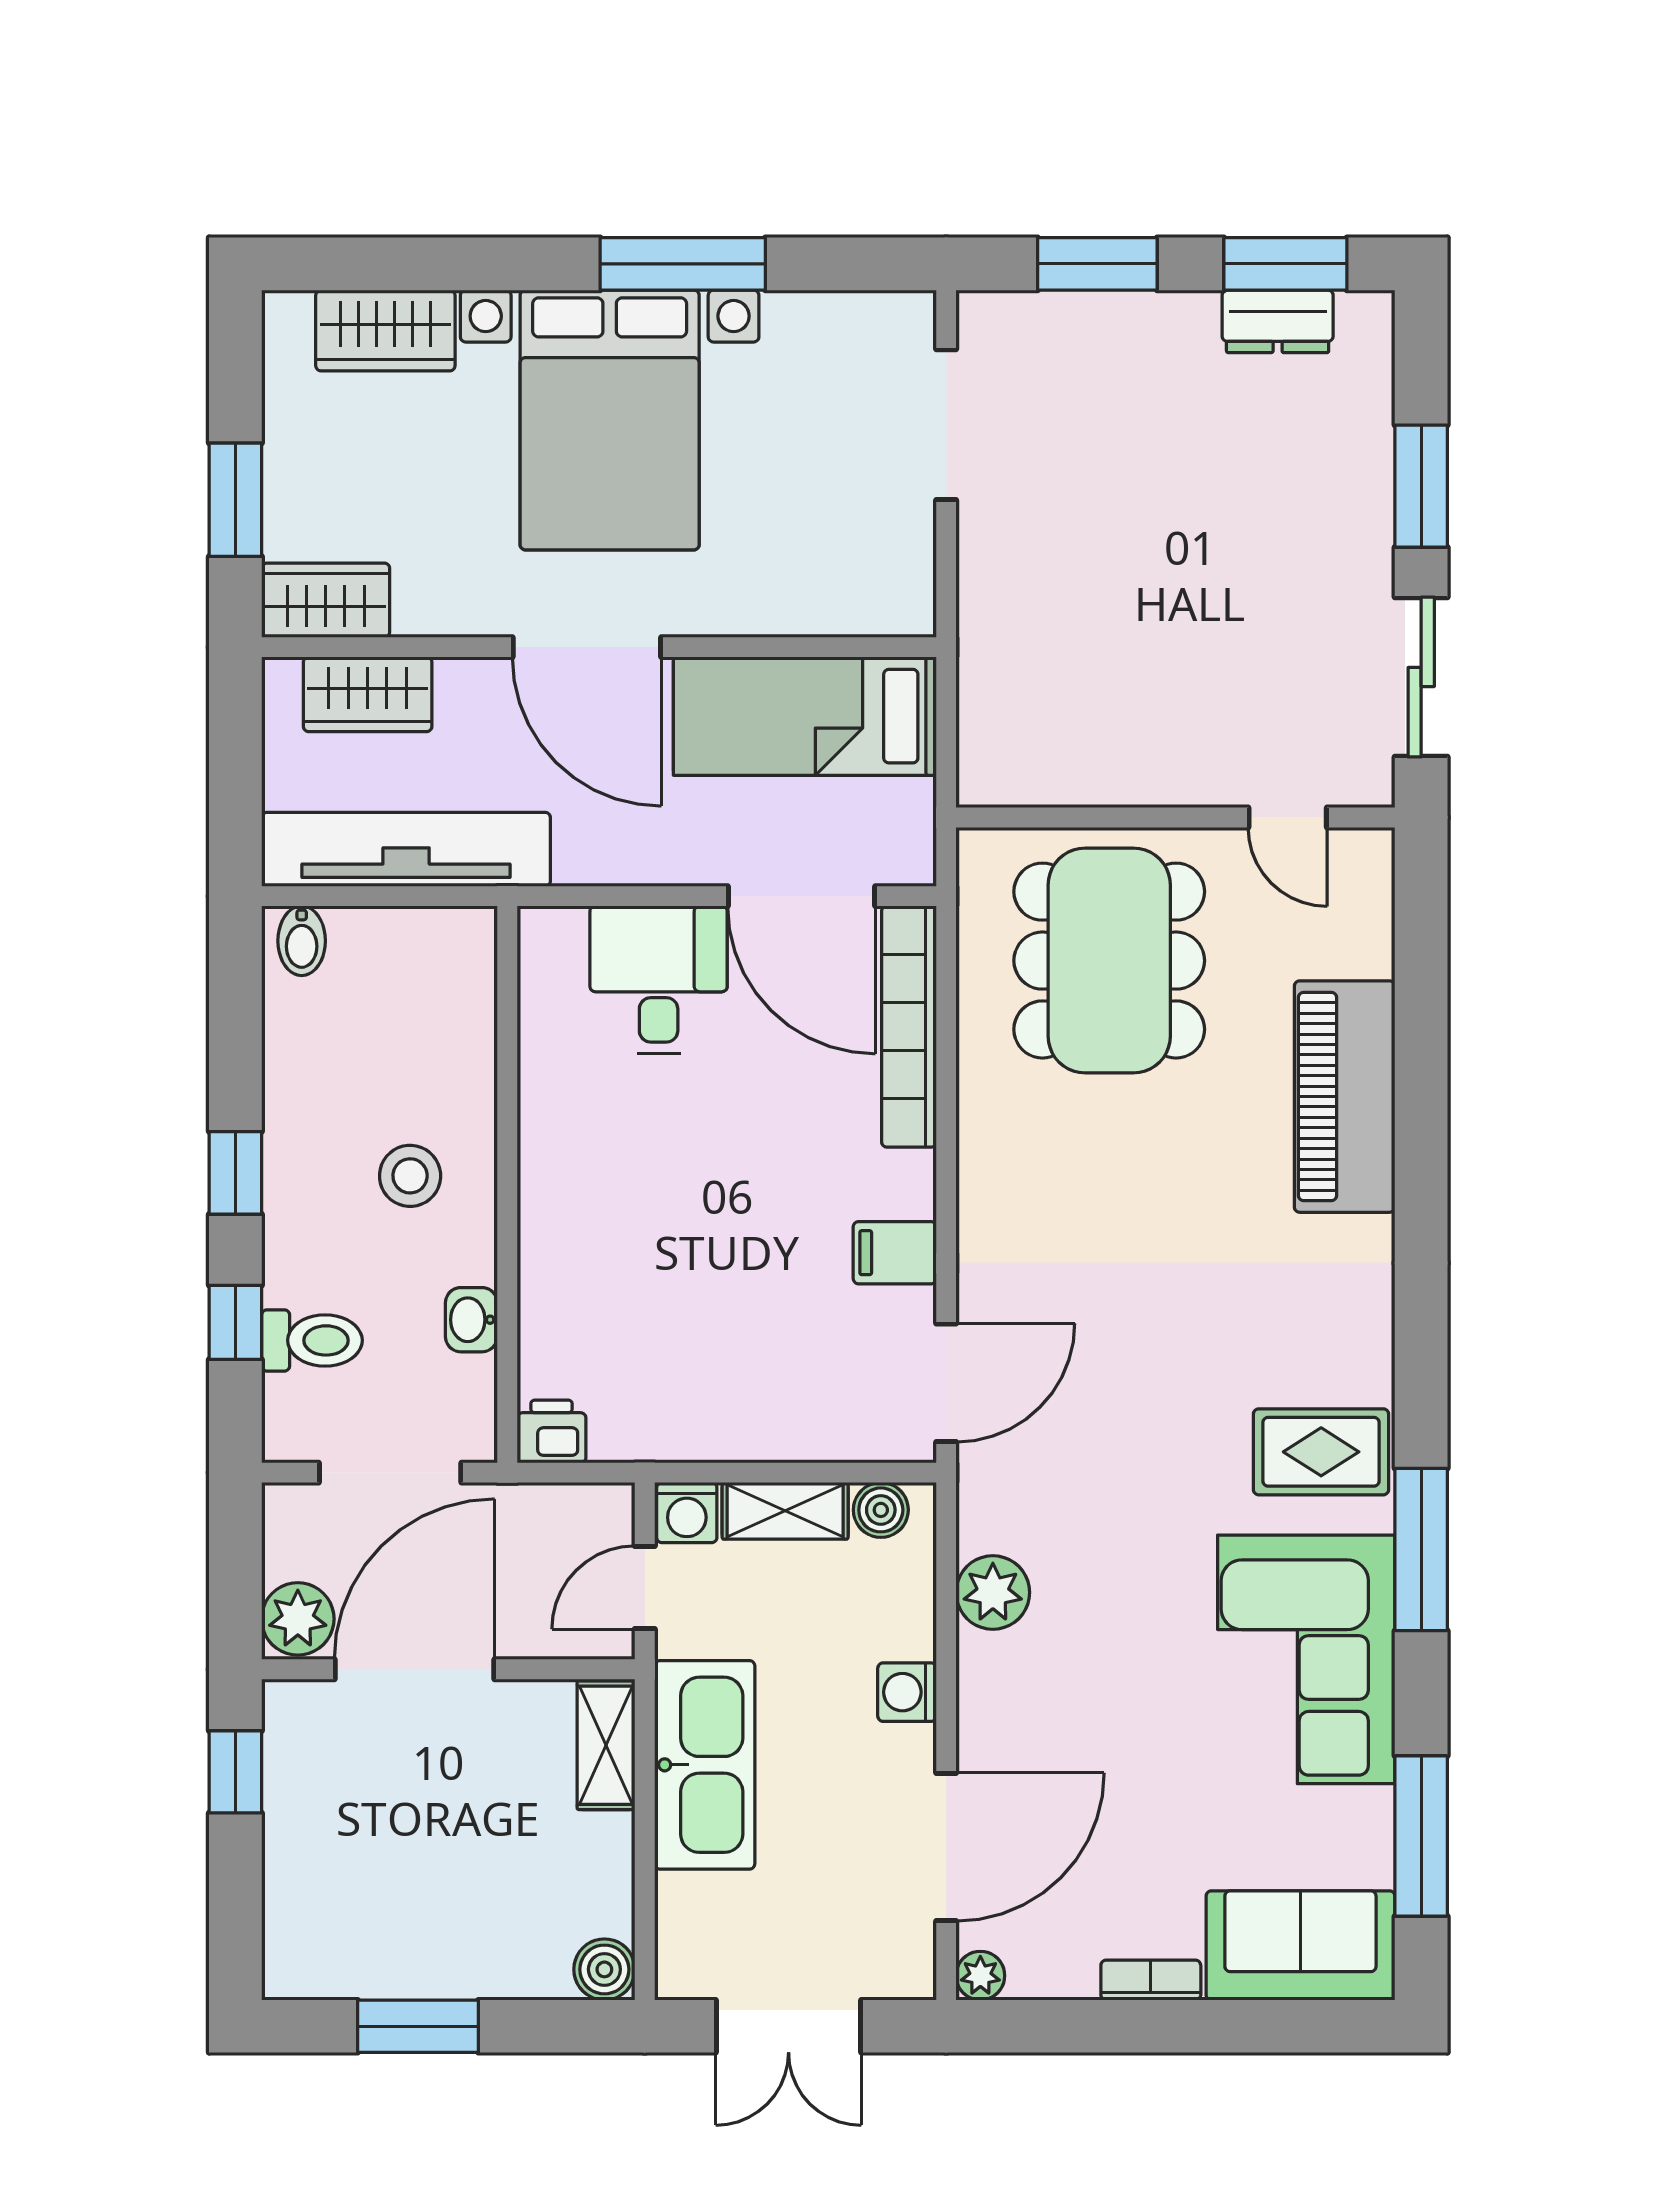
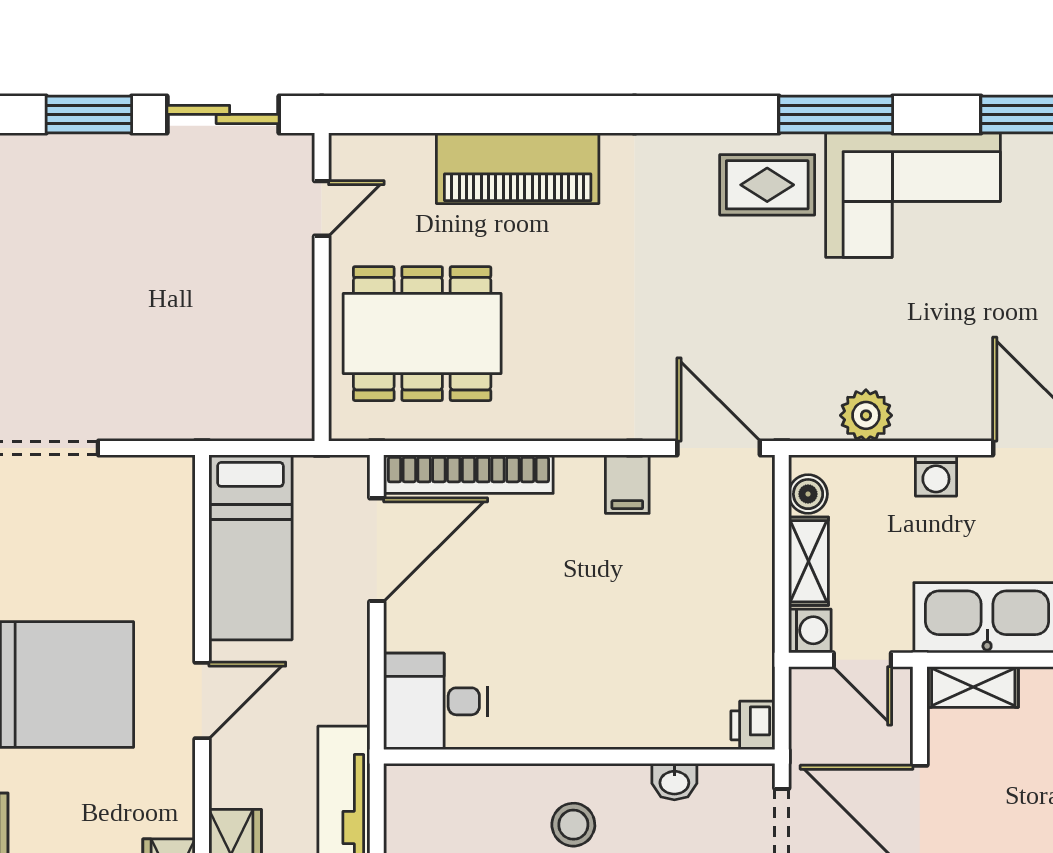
door: (587, 647) -> (202, 700), width x0.73
desk: (659, 980) -> (436, 701), moved
rug: (1321, 1452) -> (767, 185), turned 90

